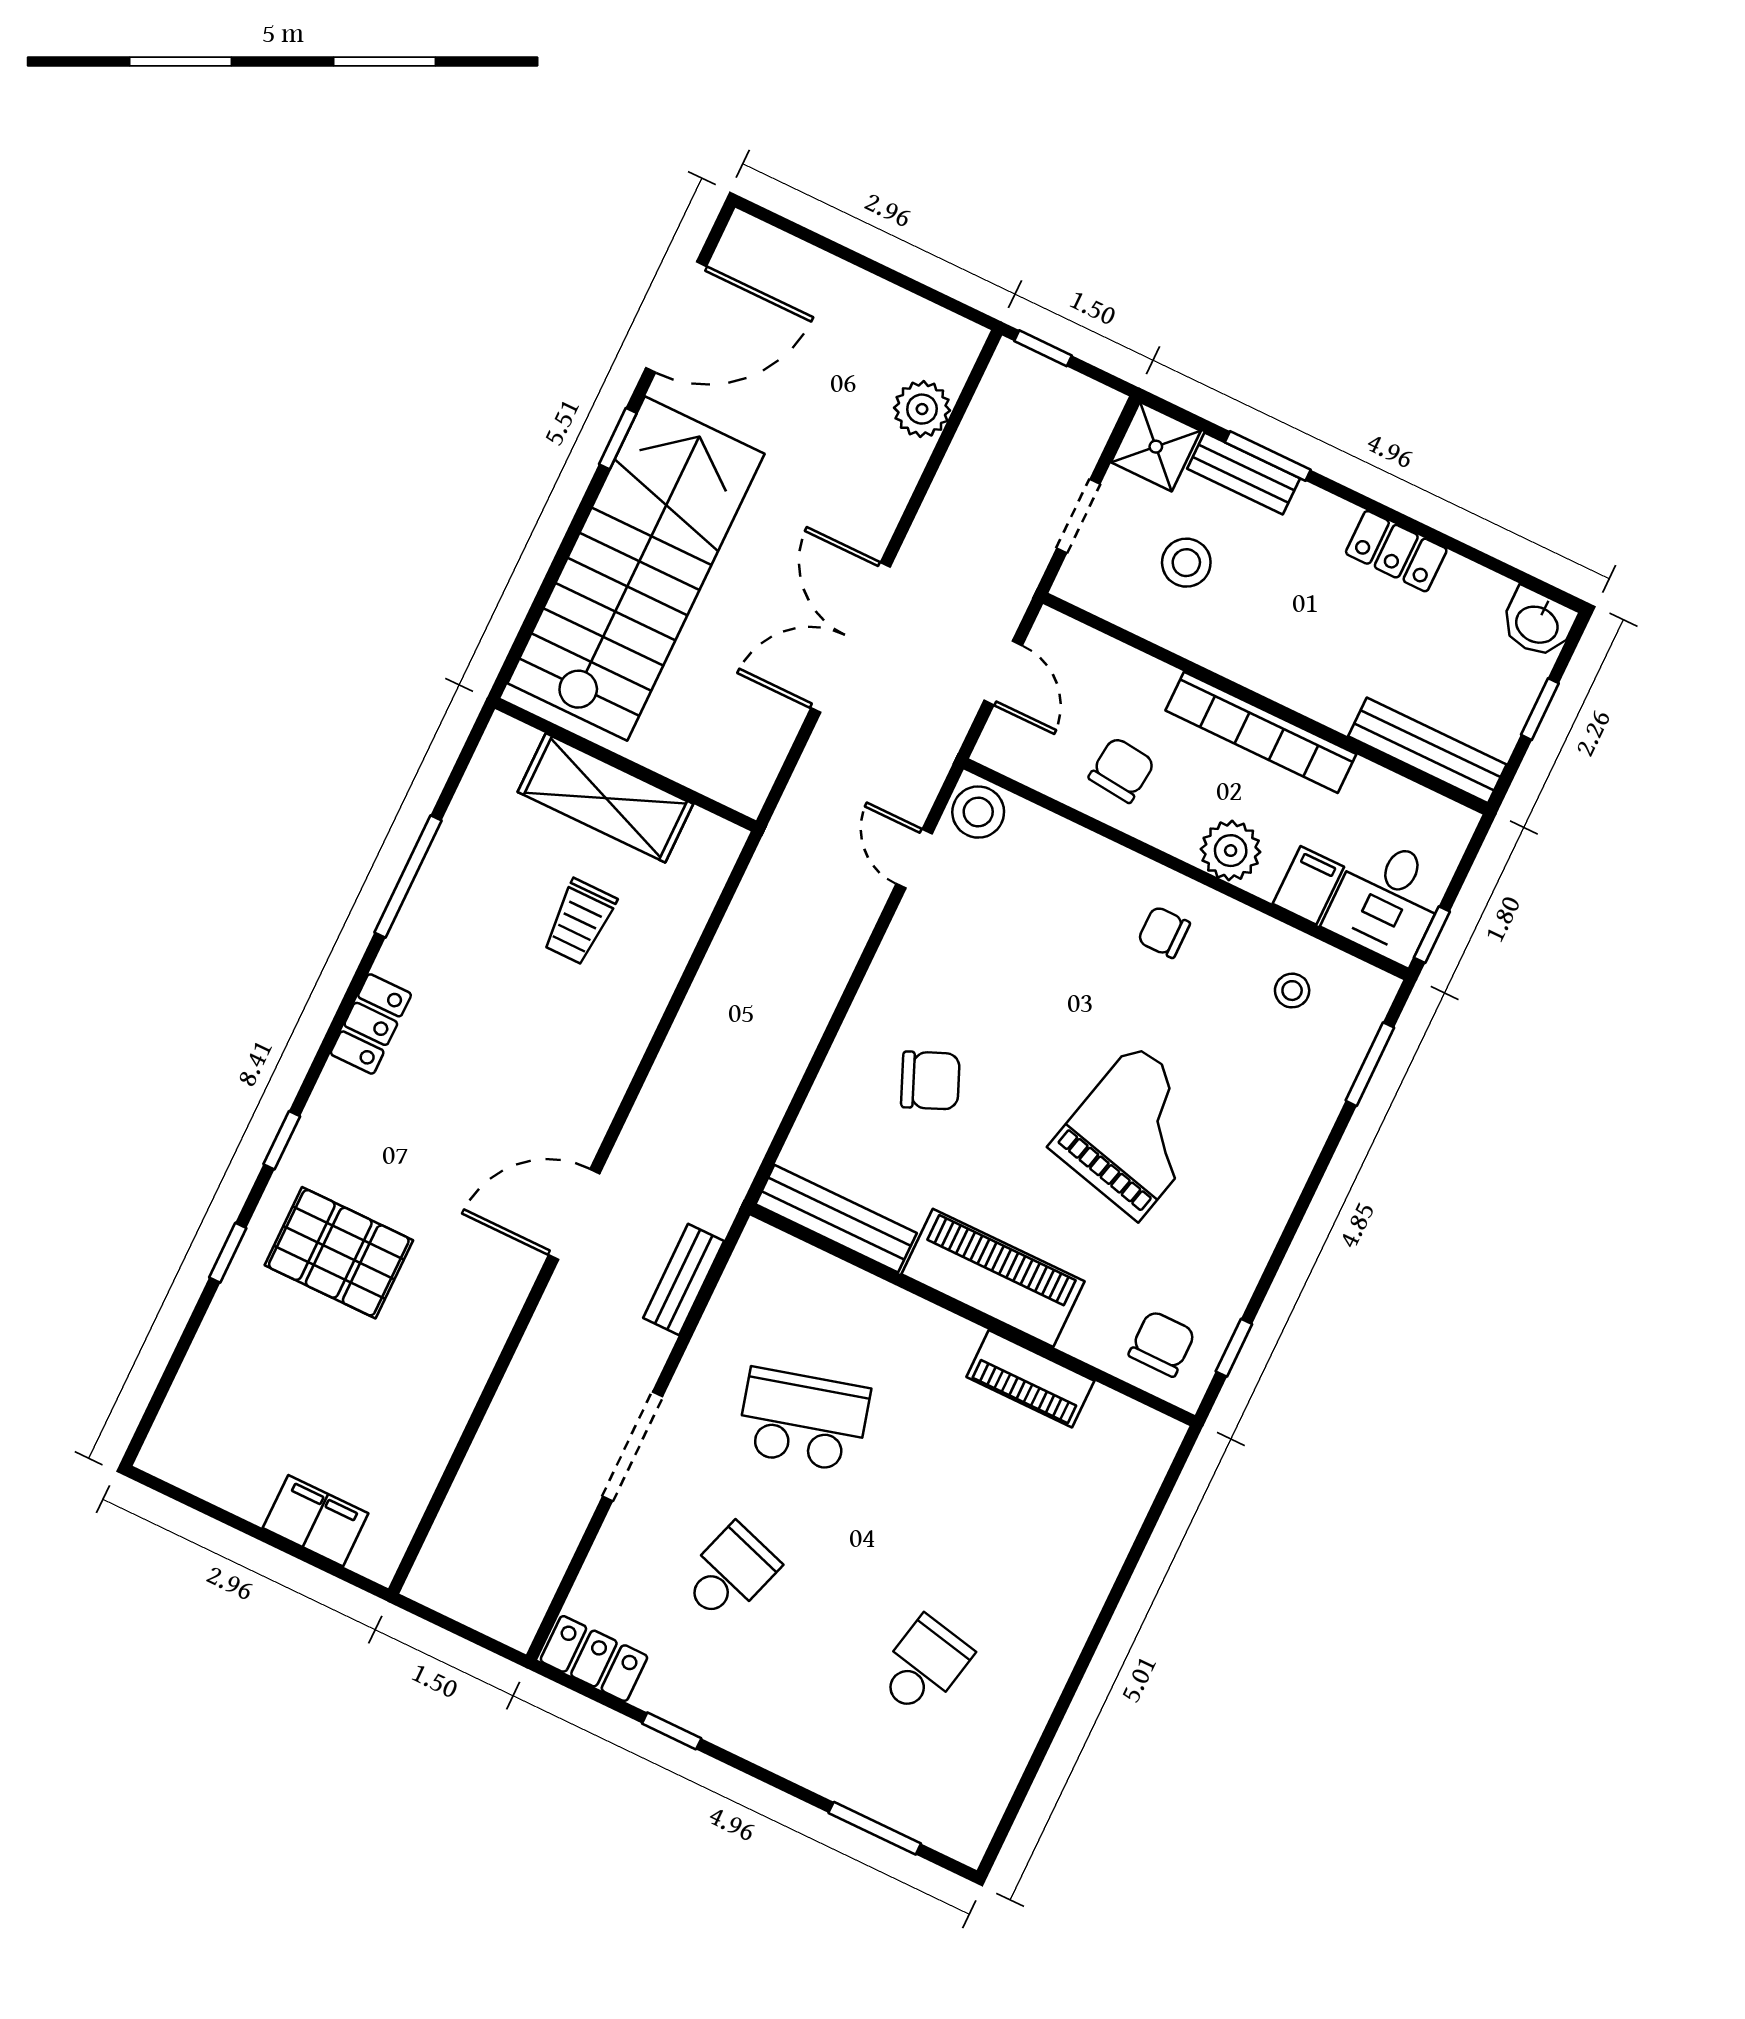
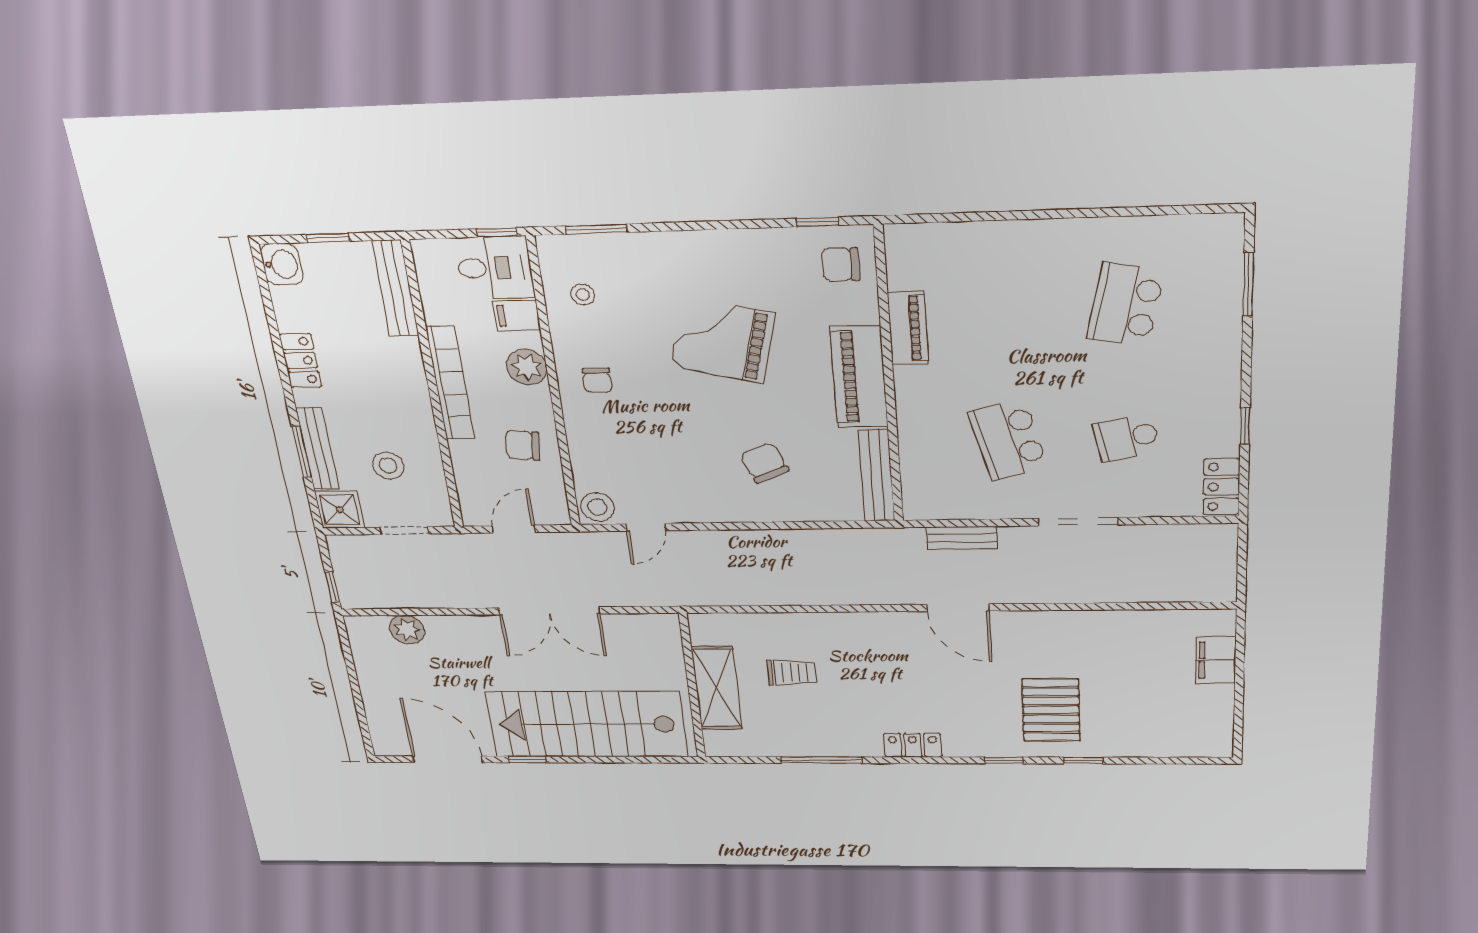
bench: (1244, 474) -> (318, 449), width x1.36
school desk: (730, 1573) -> (1127, 438), turned -30
school desk: (924, 1666) -> (1125, 305), width x1.85

